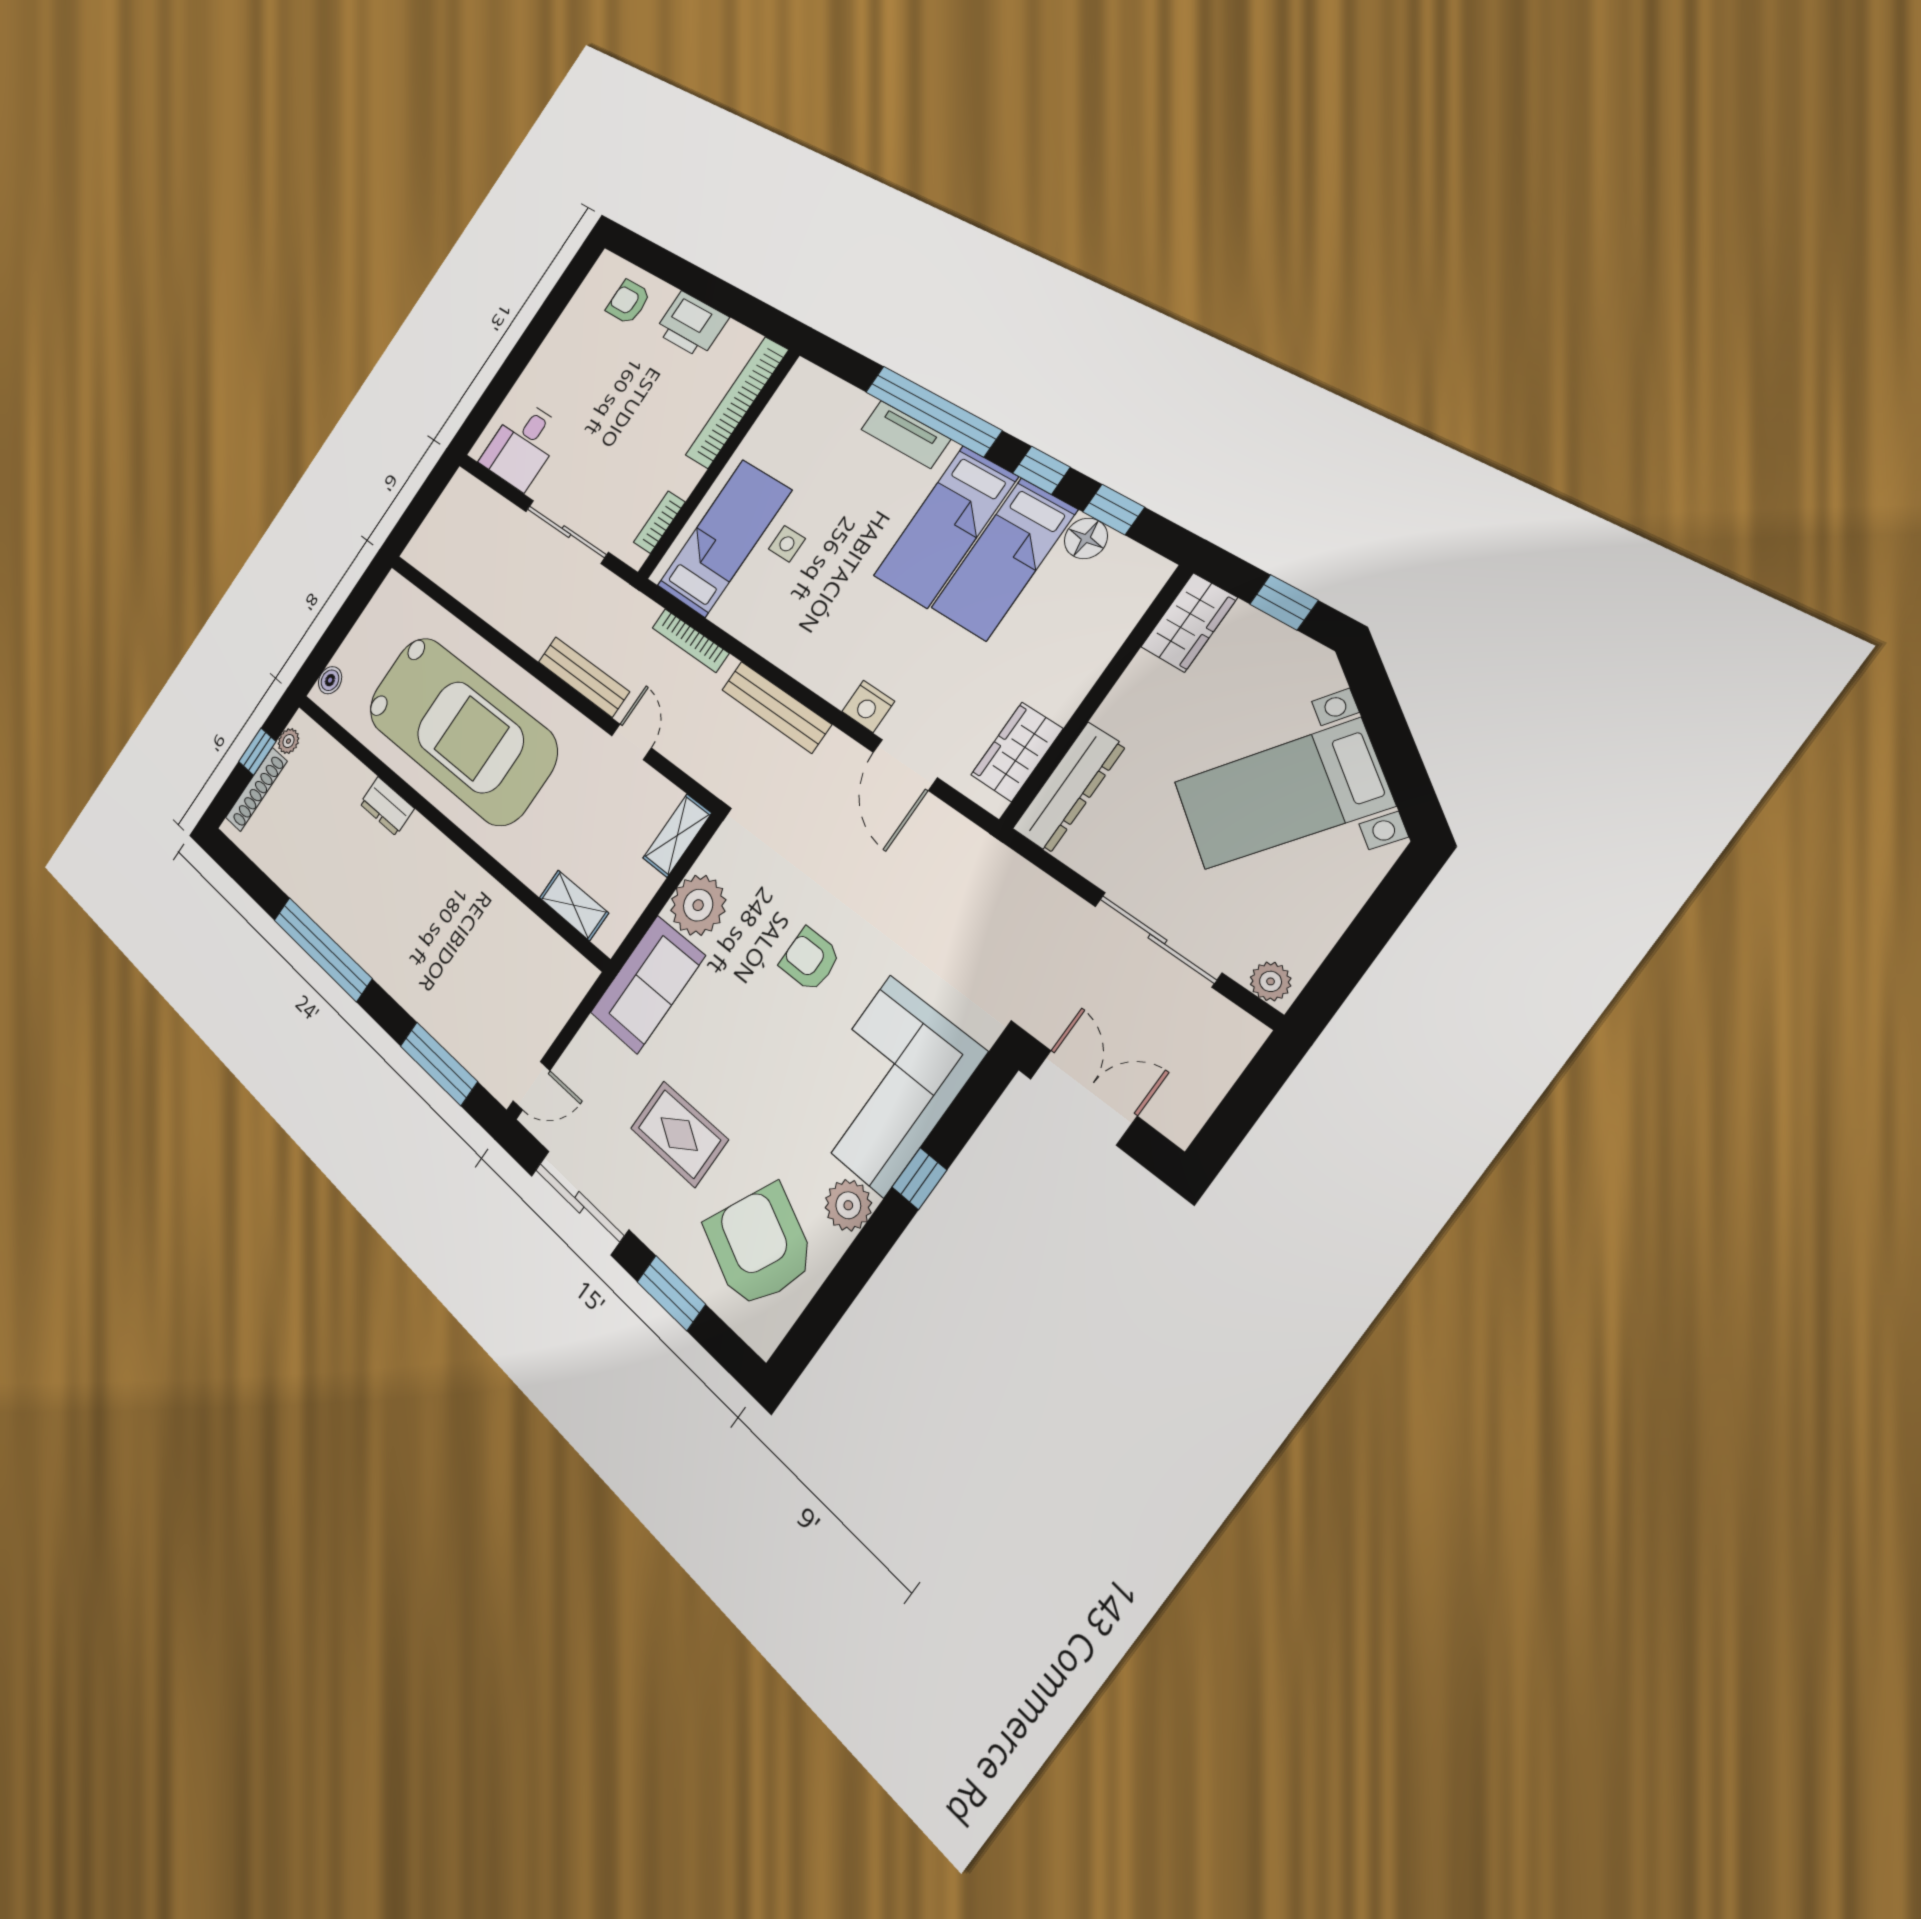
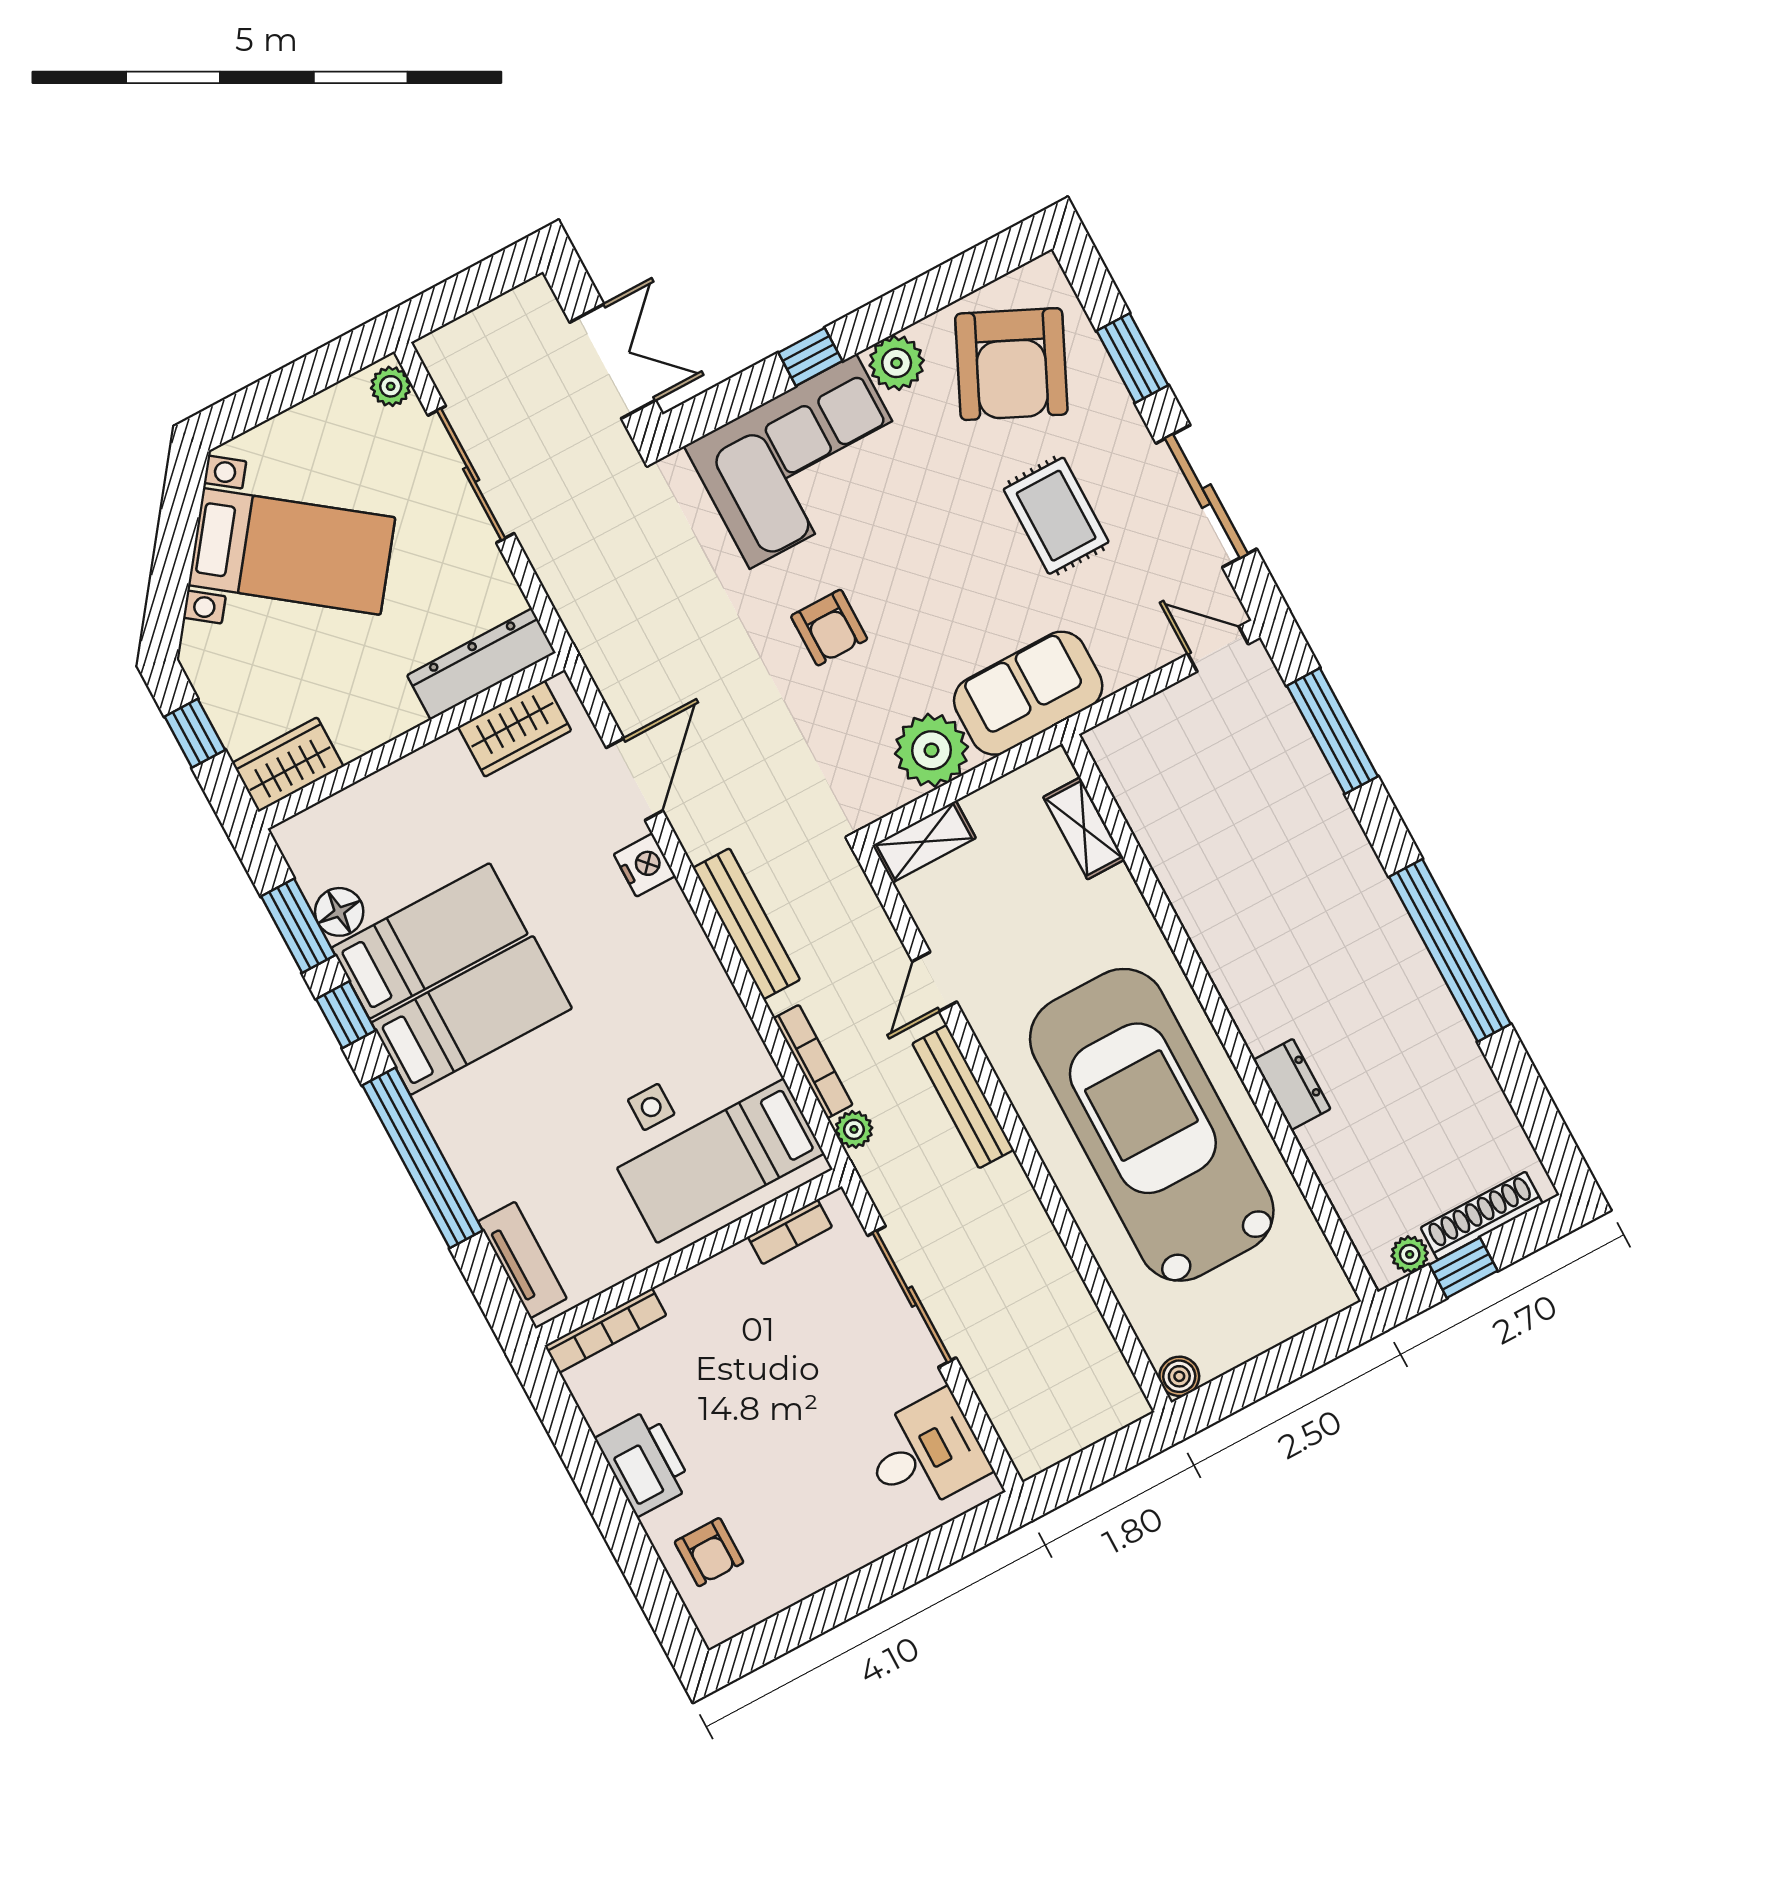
bookcase: (737, 403) -> (605, 1330), width x0.68, depth x0.76
tv unit: (905, 434) -> (522, 1260), moved
window: (1113, 509) -> (298, 926), width x1.50
plant: (645, 613) -> (854, 1129), added
boiler: (330, 680) -> (1179, 1376), moved
double door: (1083, 1097) -> (613, 361), swing flipped

